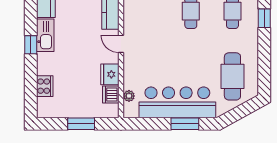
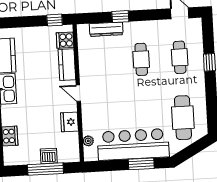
dishwasher: (111, 95) -> (49, 156), moved, turned 90
window: (81, 124) -> (45, 169), width x1.44

